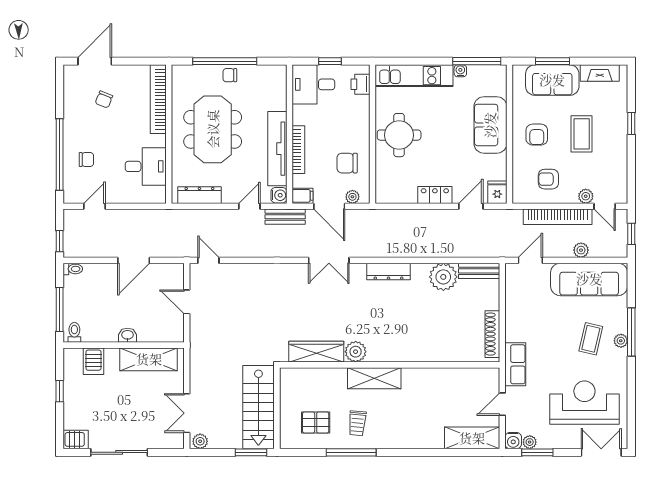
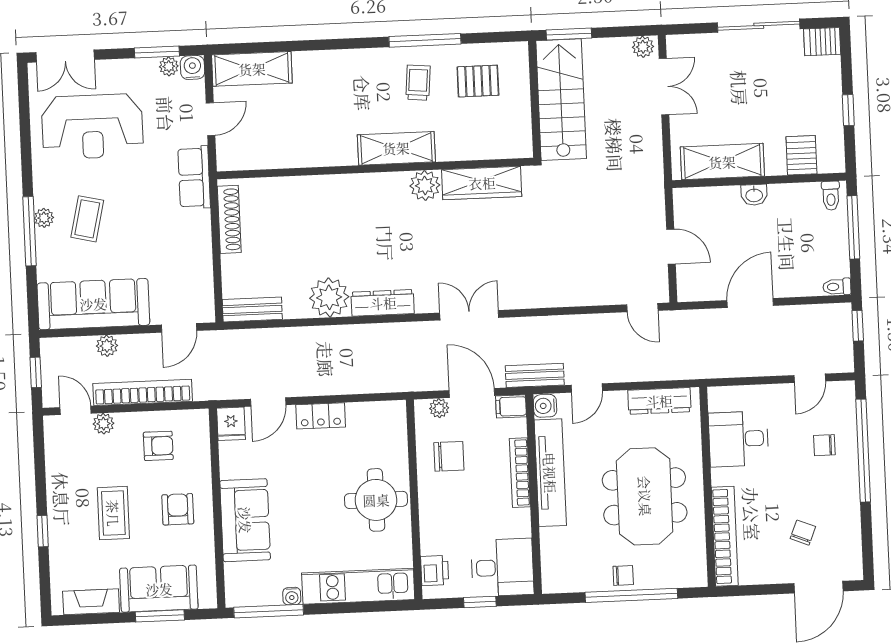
plant: (443, 277) -> (329, 297), moved

